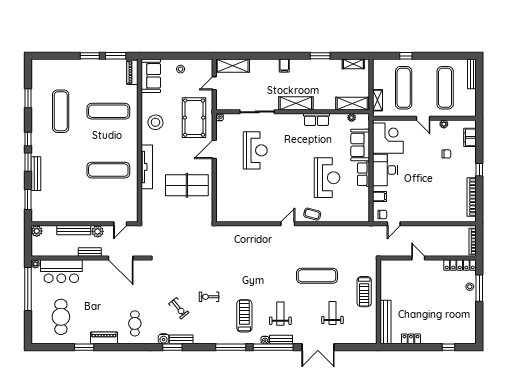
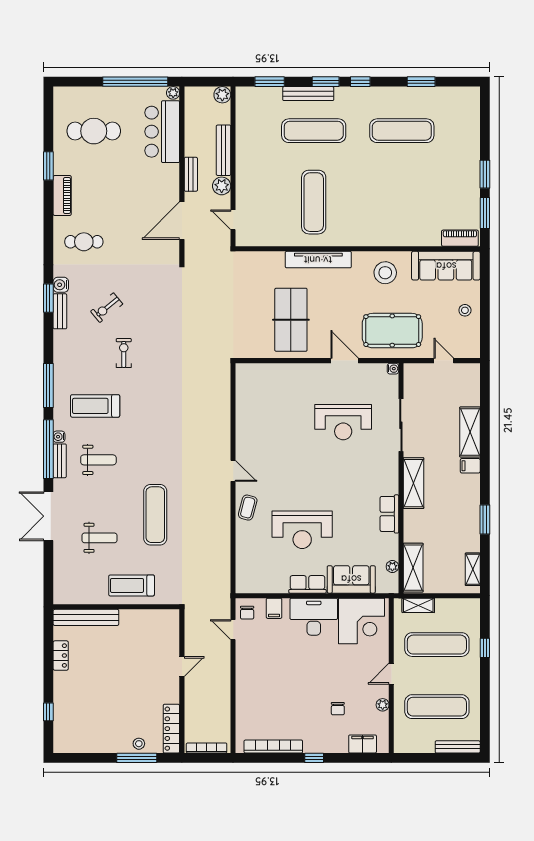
shelving: (233, 66) -> (470, 432), moved
sofa: (151, 76) -> (446, 266), width x1.36
exercise mat: (108, 111) -> (314, 131), moved, turned 90
treadmill: (244, 316) -> (95, 406), turned 180

